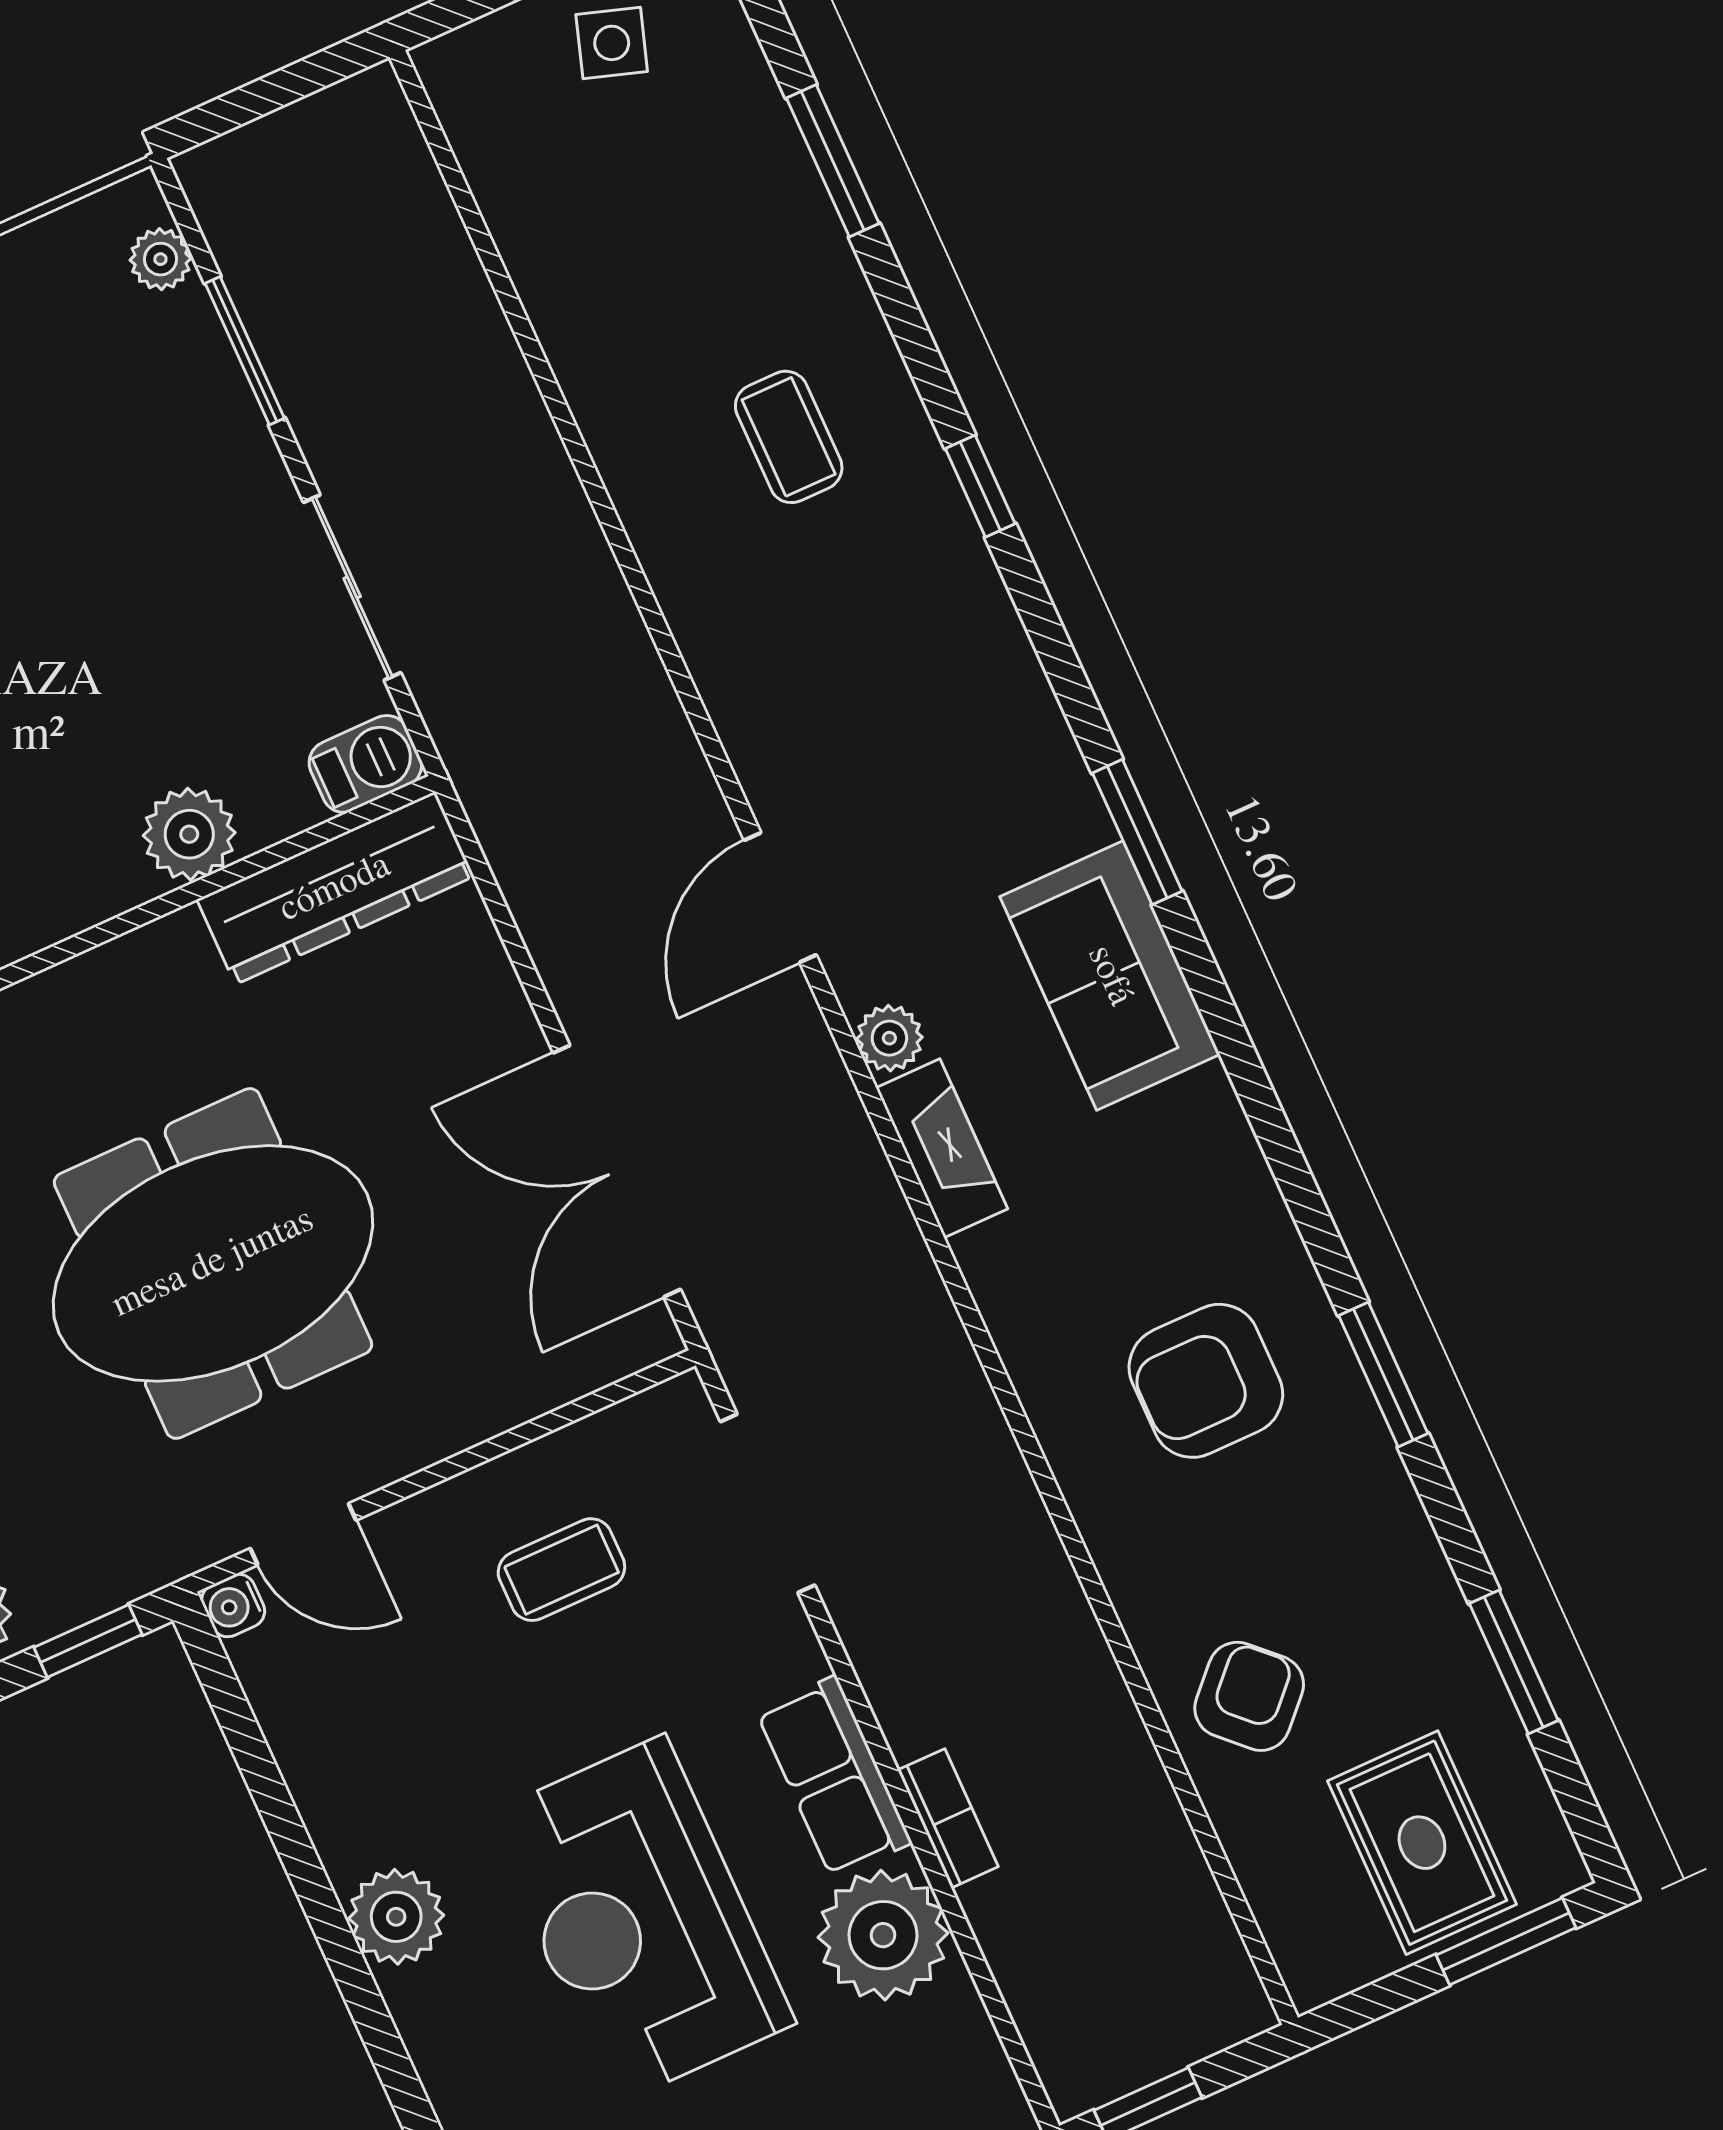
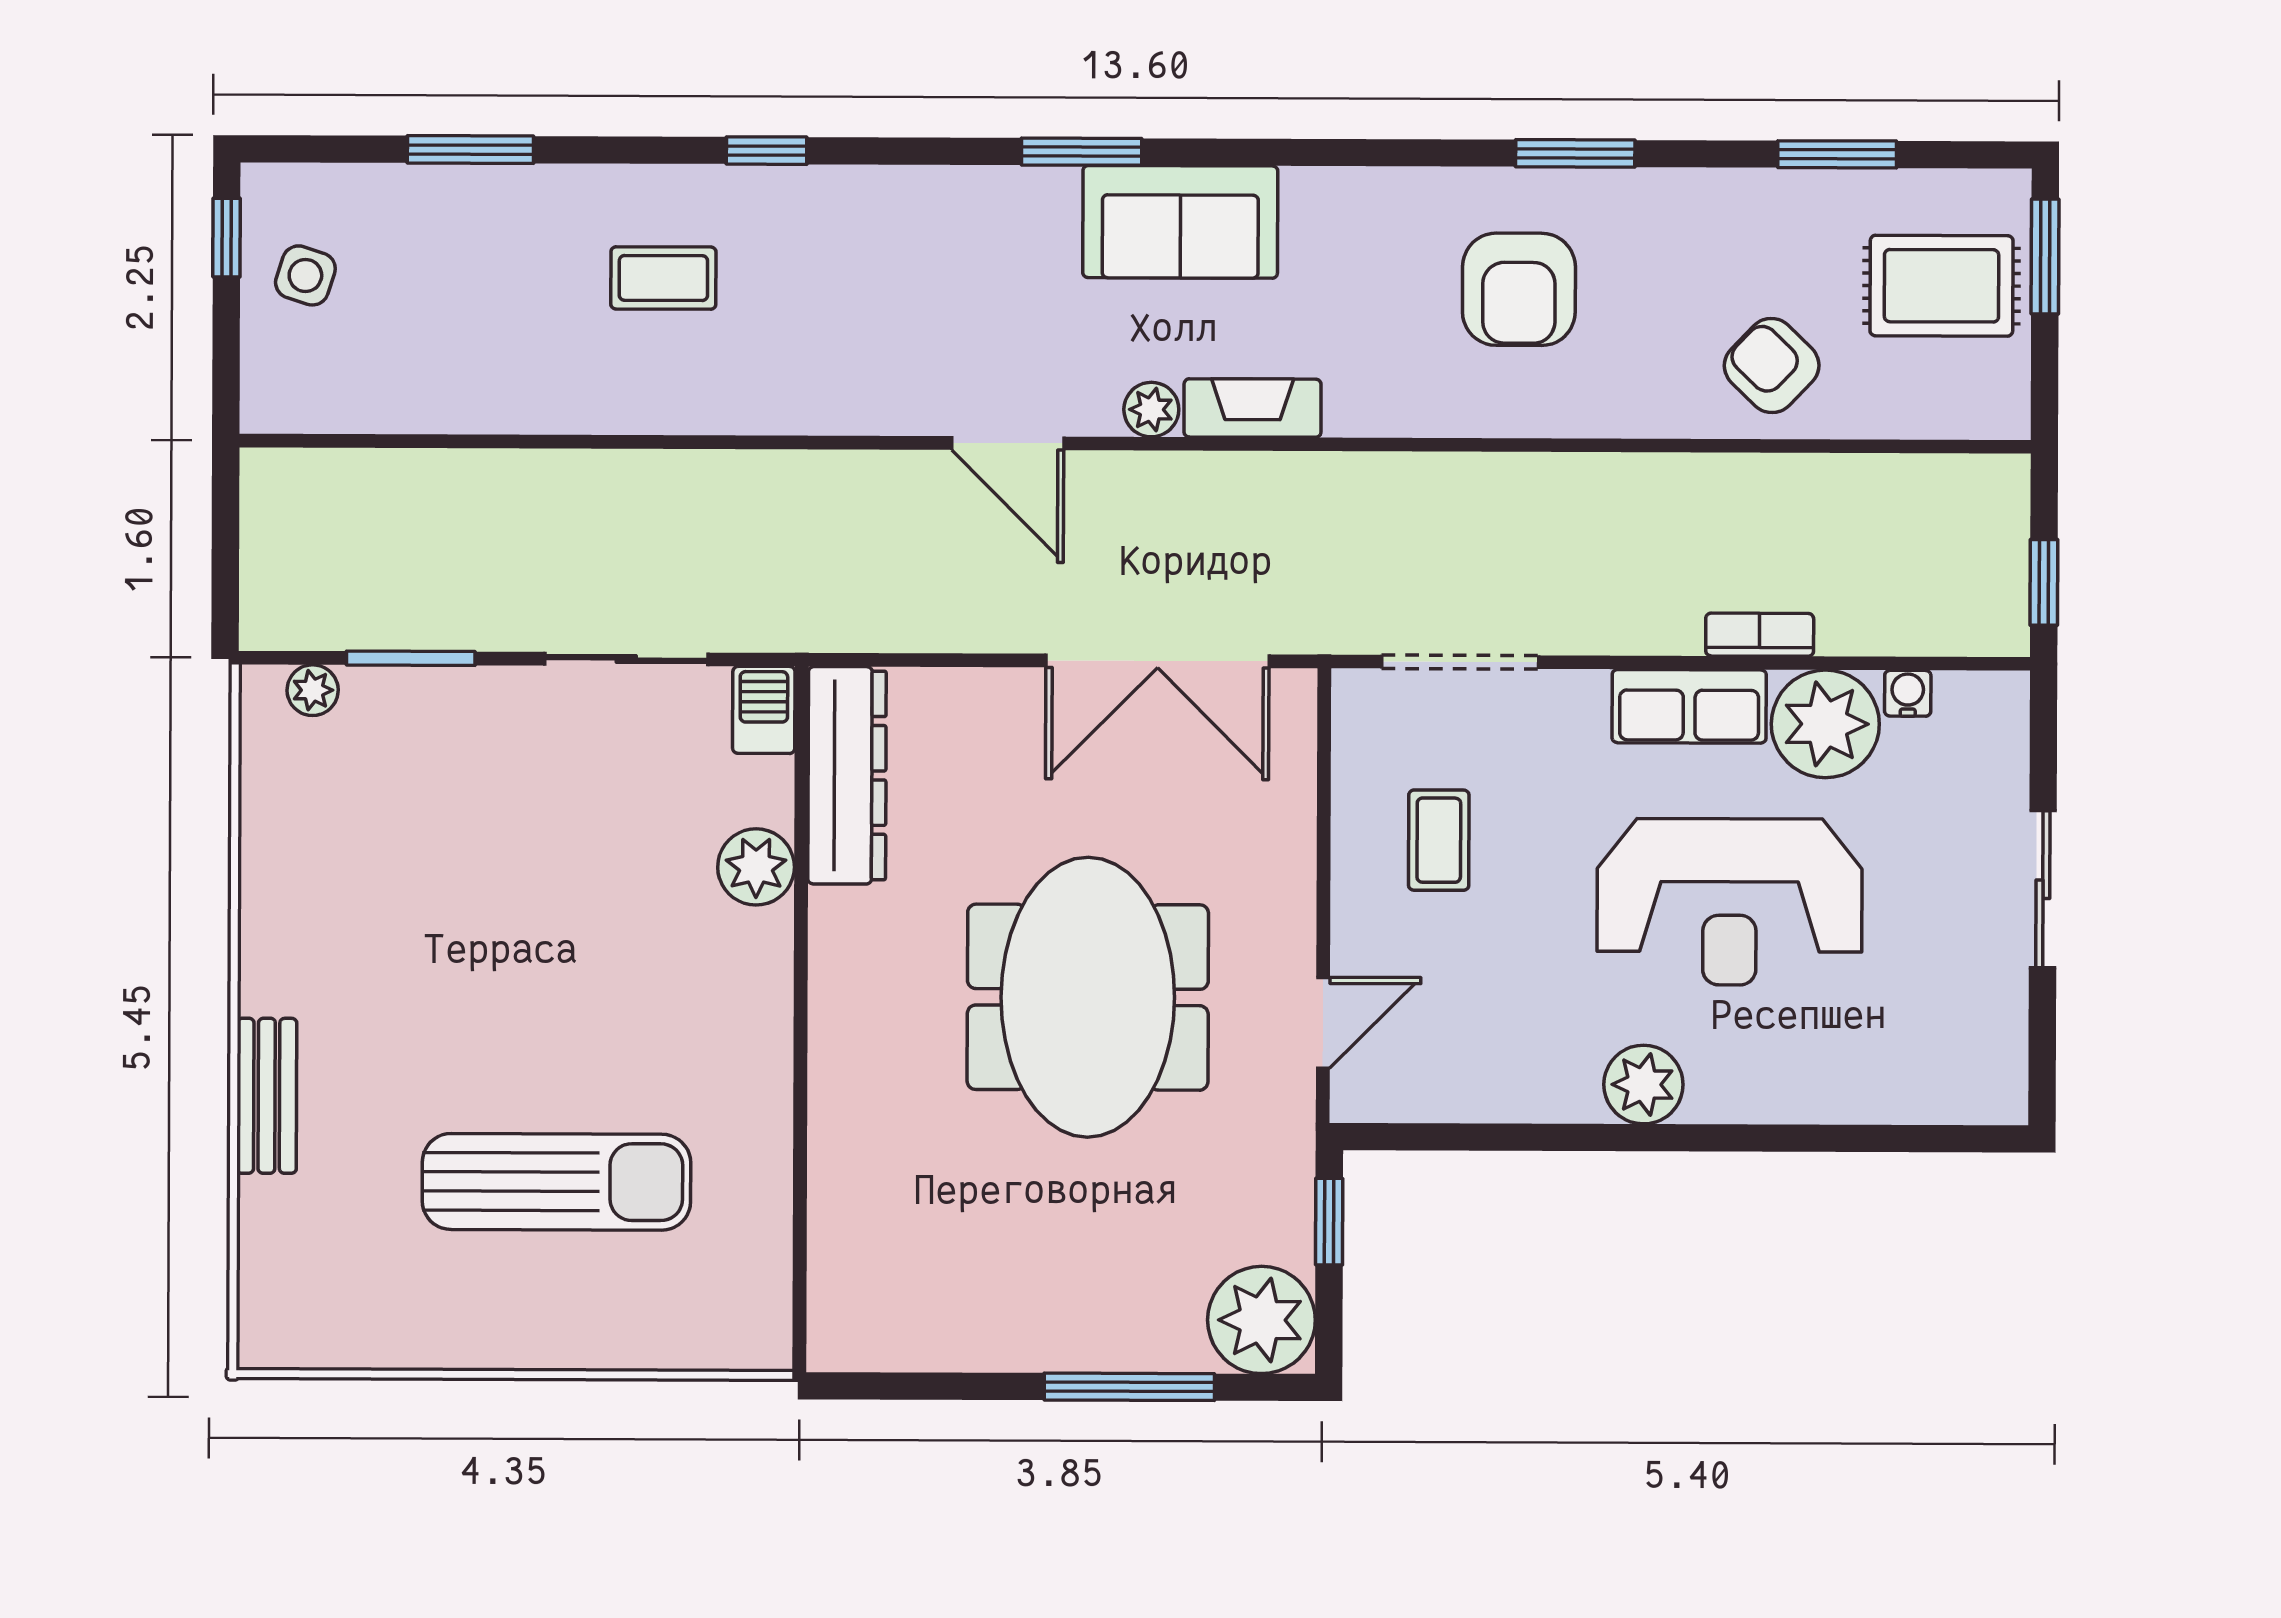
water cooler: (233, 1606) -> (1908, 693), moved, turned 180

